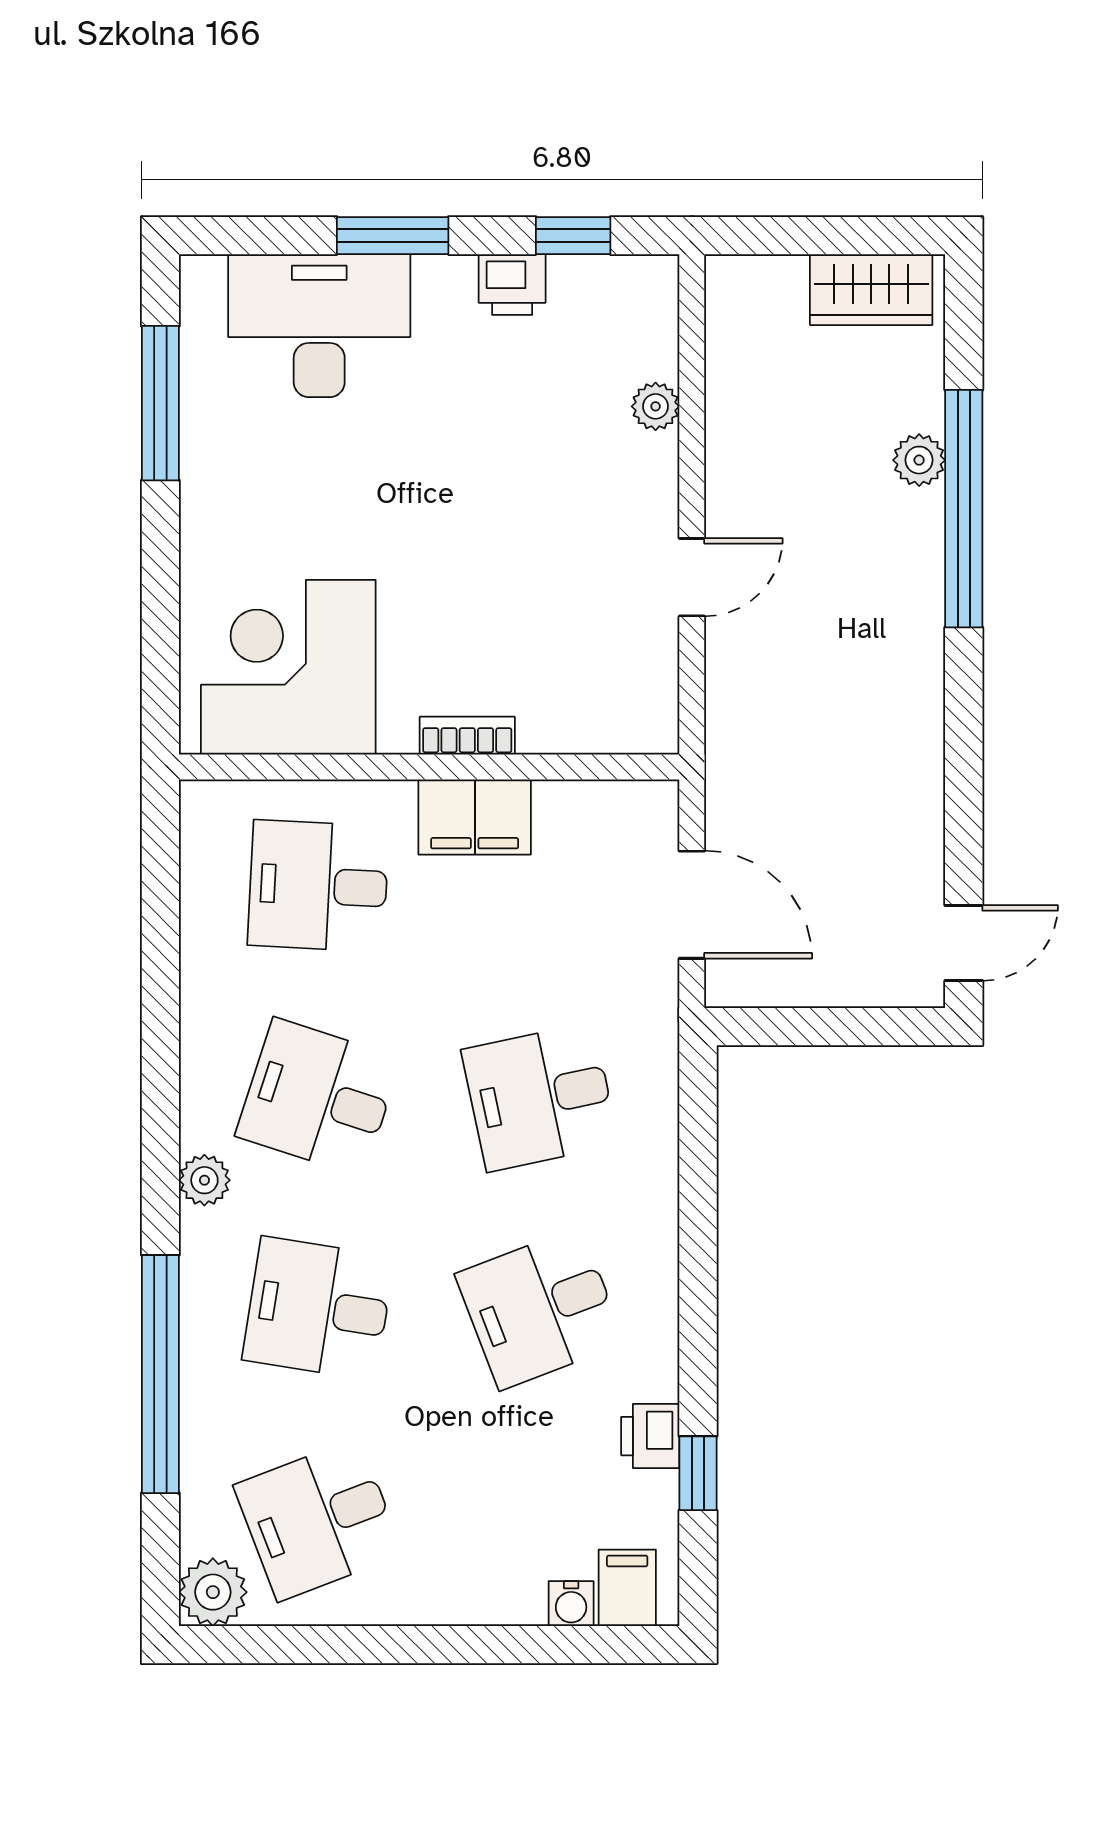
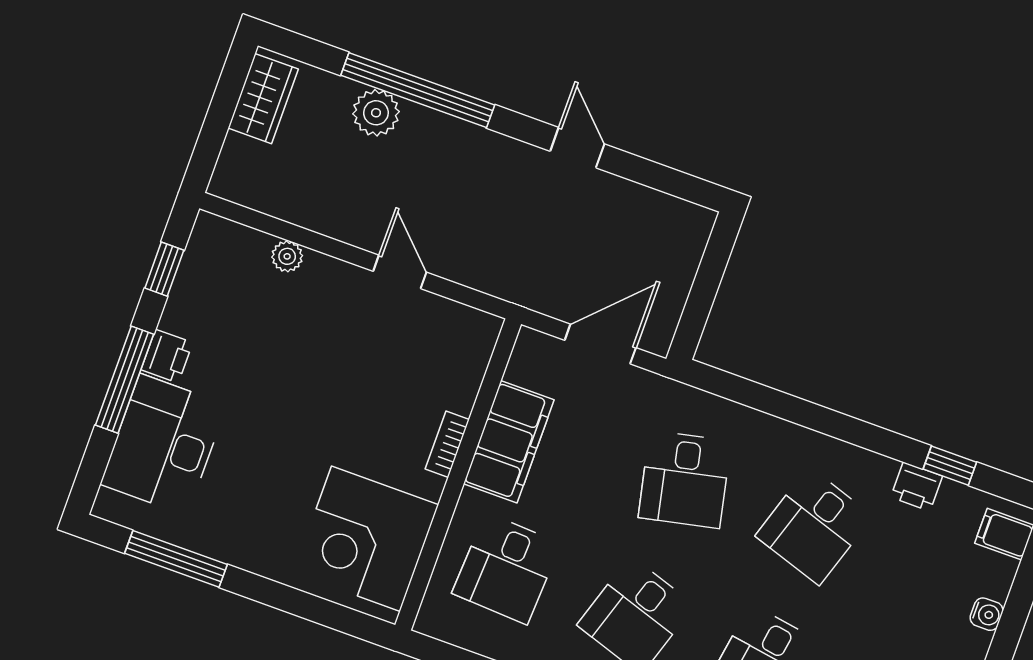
window: (393, 236) -> (125, 380), width x1.44
printer: (512, 285) -> (167, 356), moved
plant: (919, 460) -> (376, 113), width x1.38, depth x1.38
filing cabinet: (475, 817) -> (509, 442), width x1.50, depth x1.17
door: (964, 943) -> (577, 148), moved
desk: (540, 1308) -> (814, 526), turned 39
water cooler: (571, 1604) -> (987, 614), moved

